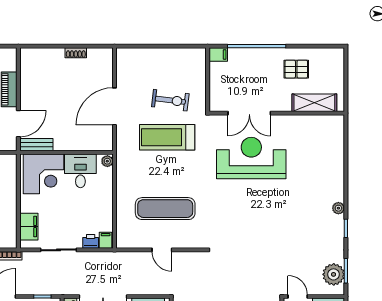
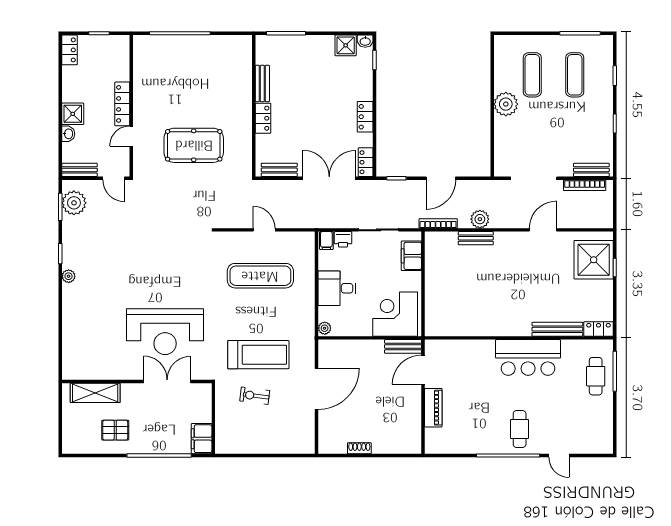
filing cabinet: (218, 54) -> (202, 439), width x2.00
exercise bike: (170, 100) -> (255, 396), width x0.73, depth x0.72
desk: (80, 171) -> (337, 288), moved, turned 90

